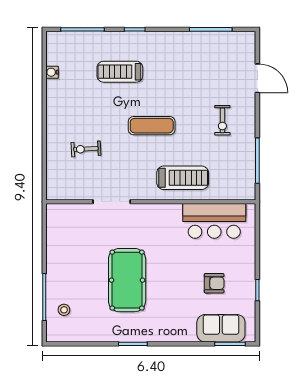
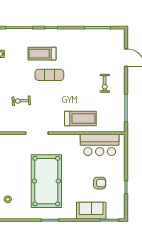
exercise mat: (152, 126) -> (49, 75), moved
pool table: (127, 280) -> (46, 181), width x1.36, depth x1.32
sofa: (221, 328) -> (91, 211), moved

